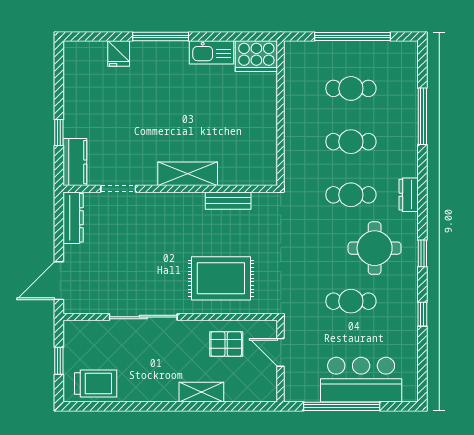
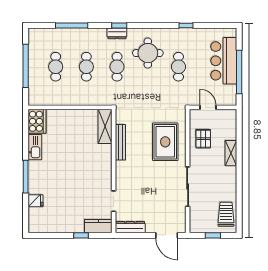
shelving: (188, 174) -> (105, 126), moved
bench: (228, 201) -> (120, 142), width x1.36
window: (422, 253) -> (119, 25), moved
door: (281, 352) -> (208, 107), swing flipped

